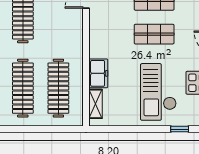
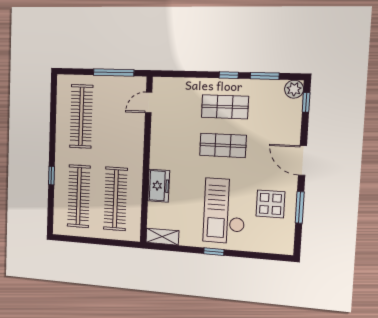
shelving: (96, 104) -> (162, 237), moved, turned 90
window: (180, 129) -> (214, 252), moved

